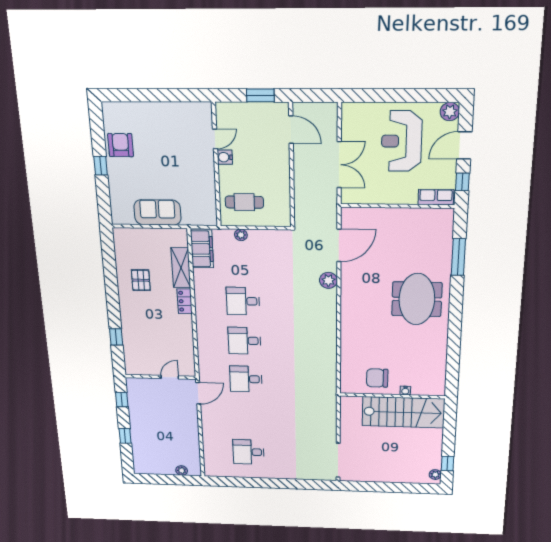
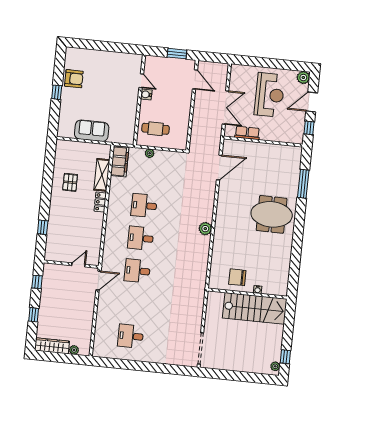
door: (215, 139) -> (141, 81), hinge flipped
reception desk: (402, 141) -> (270, 95), turned 180
armchair: (121, 145) -> (74, 79), turned 90
row of seats: (436, 197) -> (247, 133), moved
plant: (328, 280) -> (205, 229), moved
meeting table: (417, 299) -> (272, 214), turned 90
wardrobe: (154, 468) -> (52, 346), added

